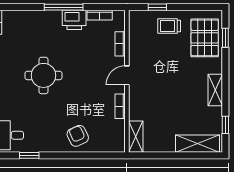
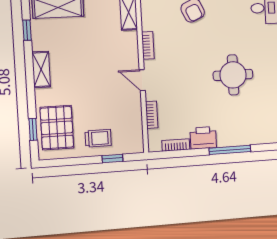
window: (64, 7) -> (230, 150), moved
door: (127, 75) -> (142, 80), swing flipped

